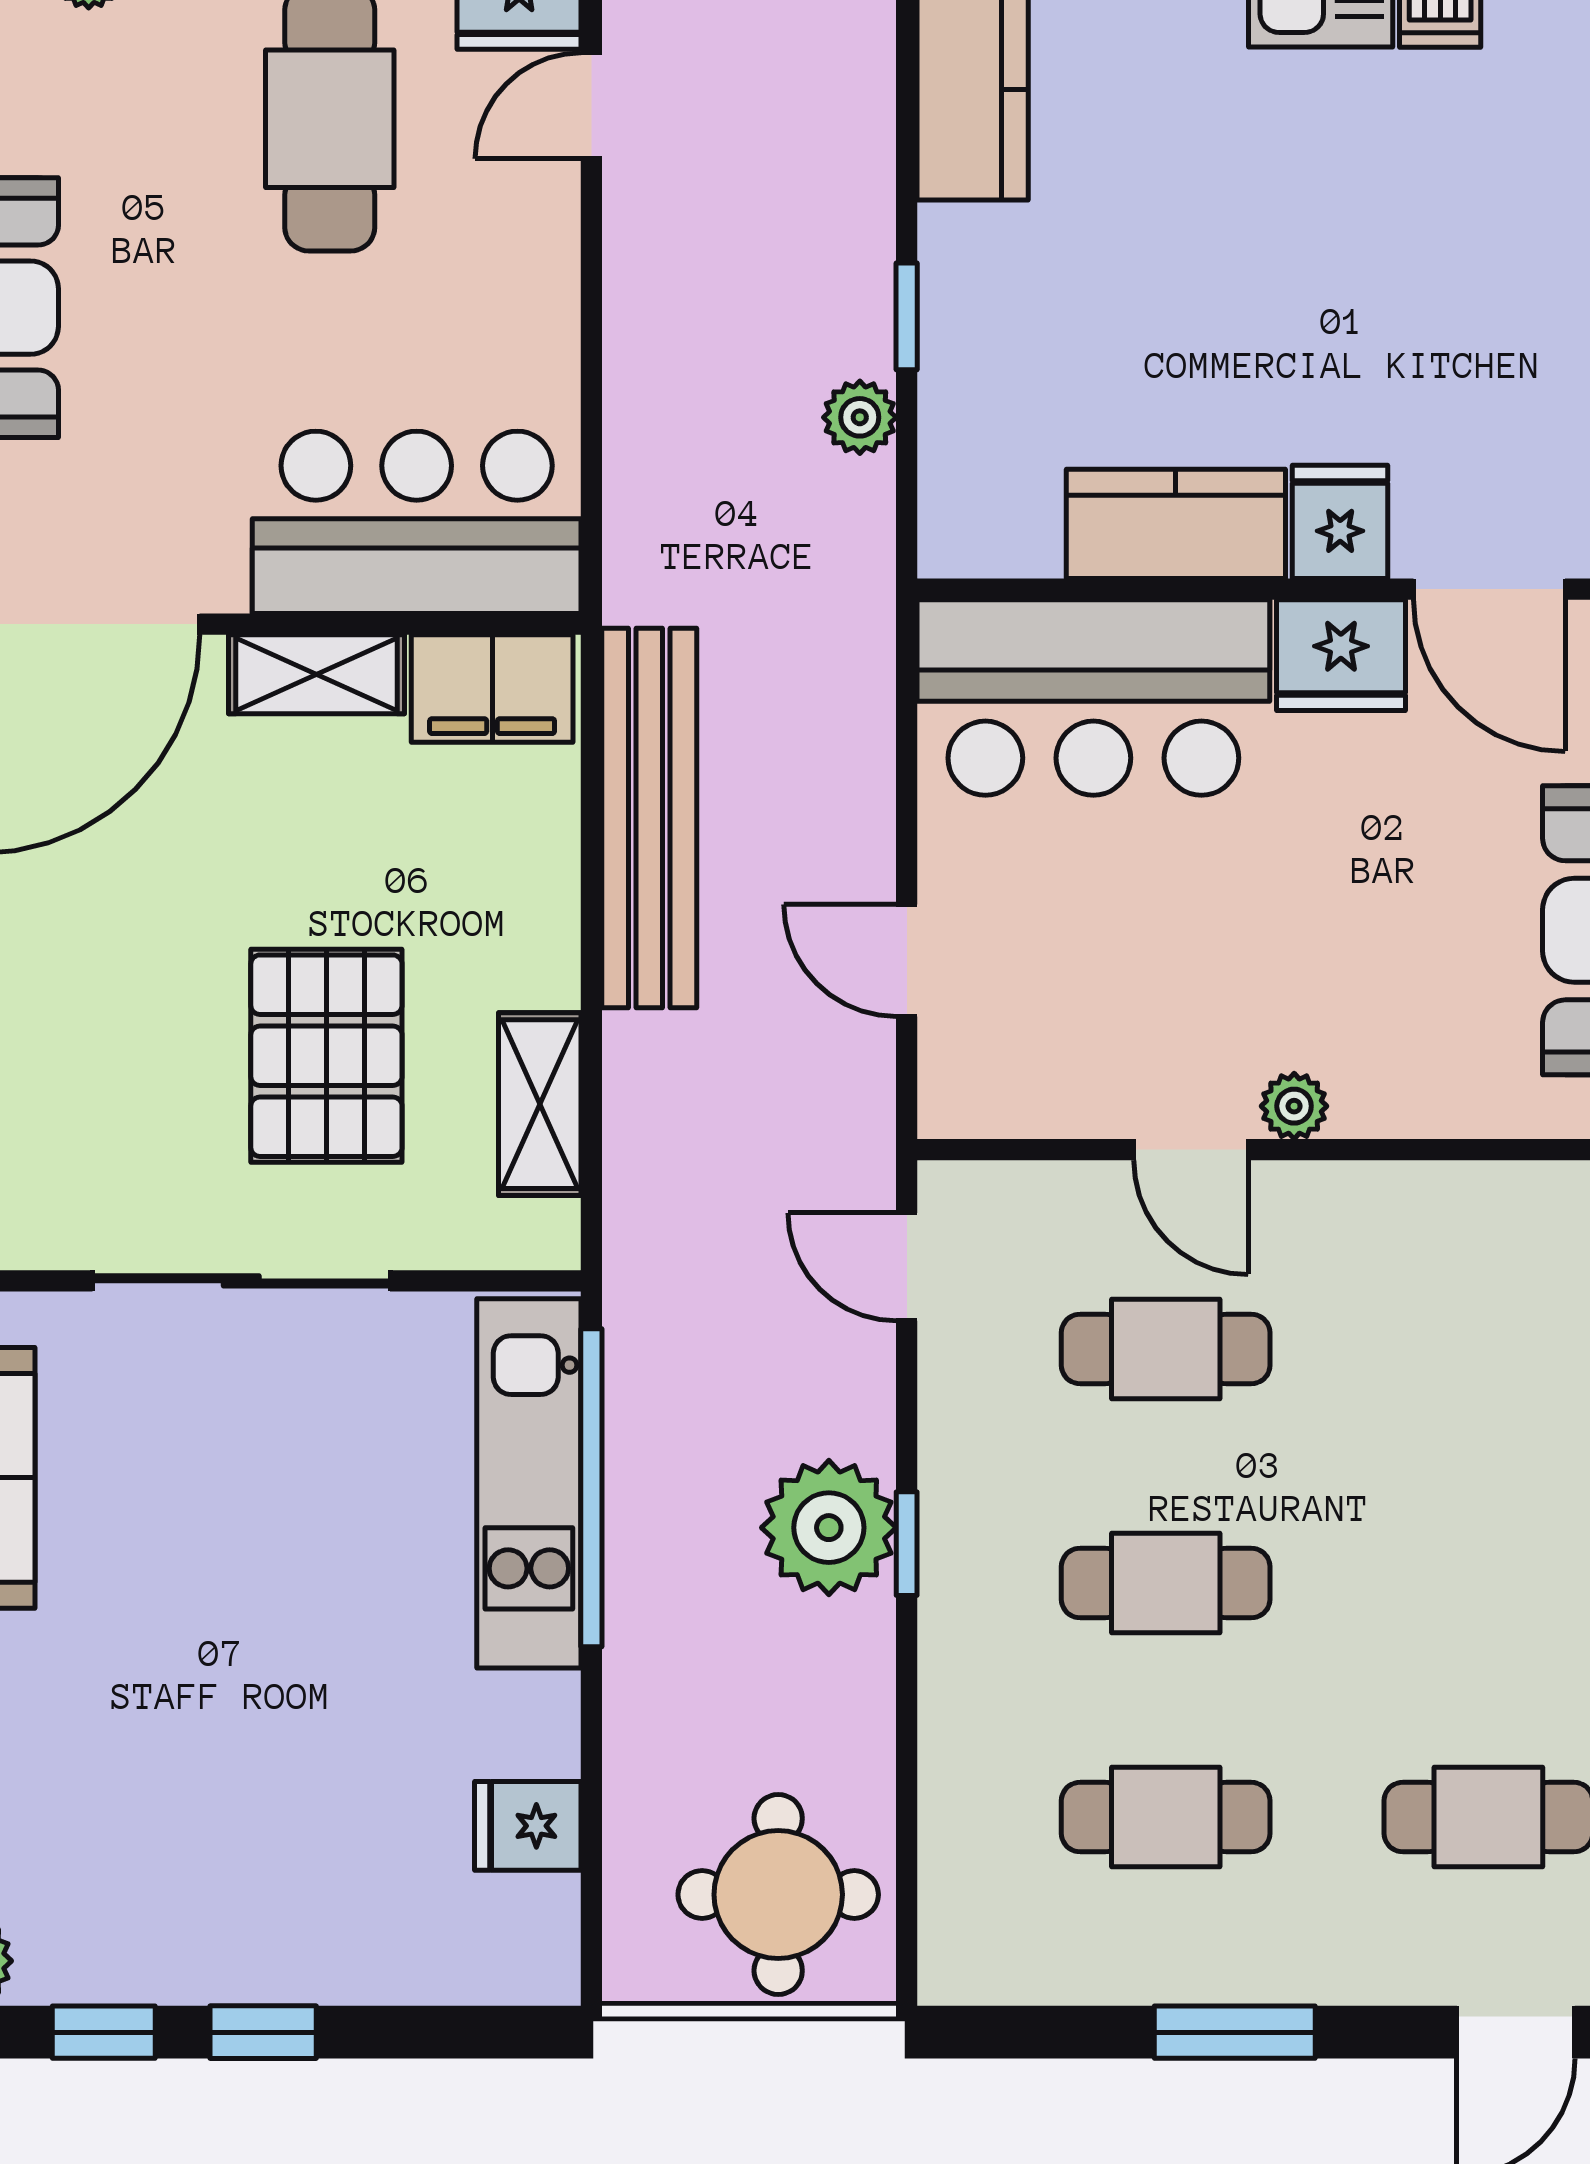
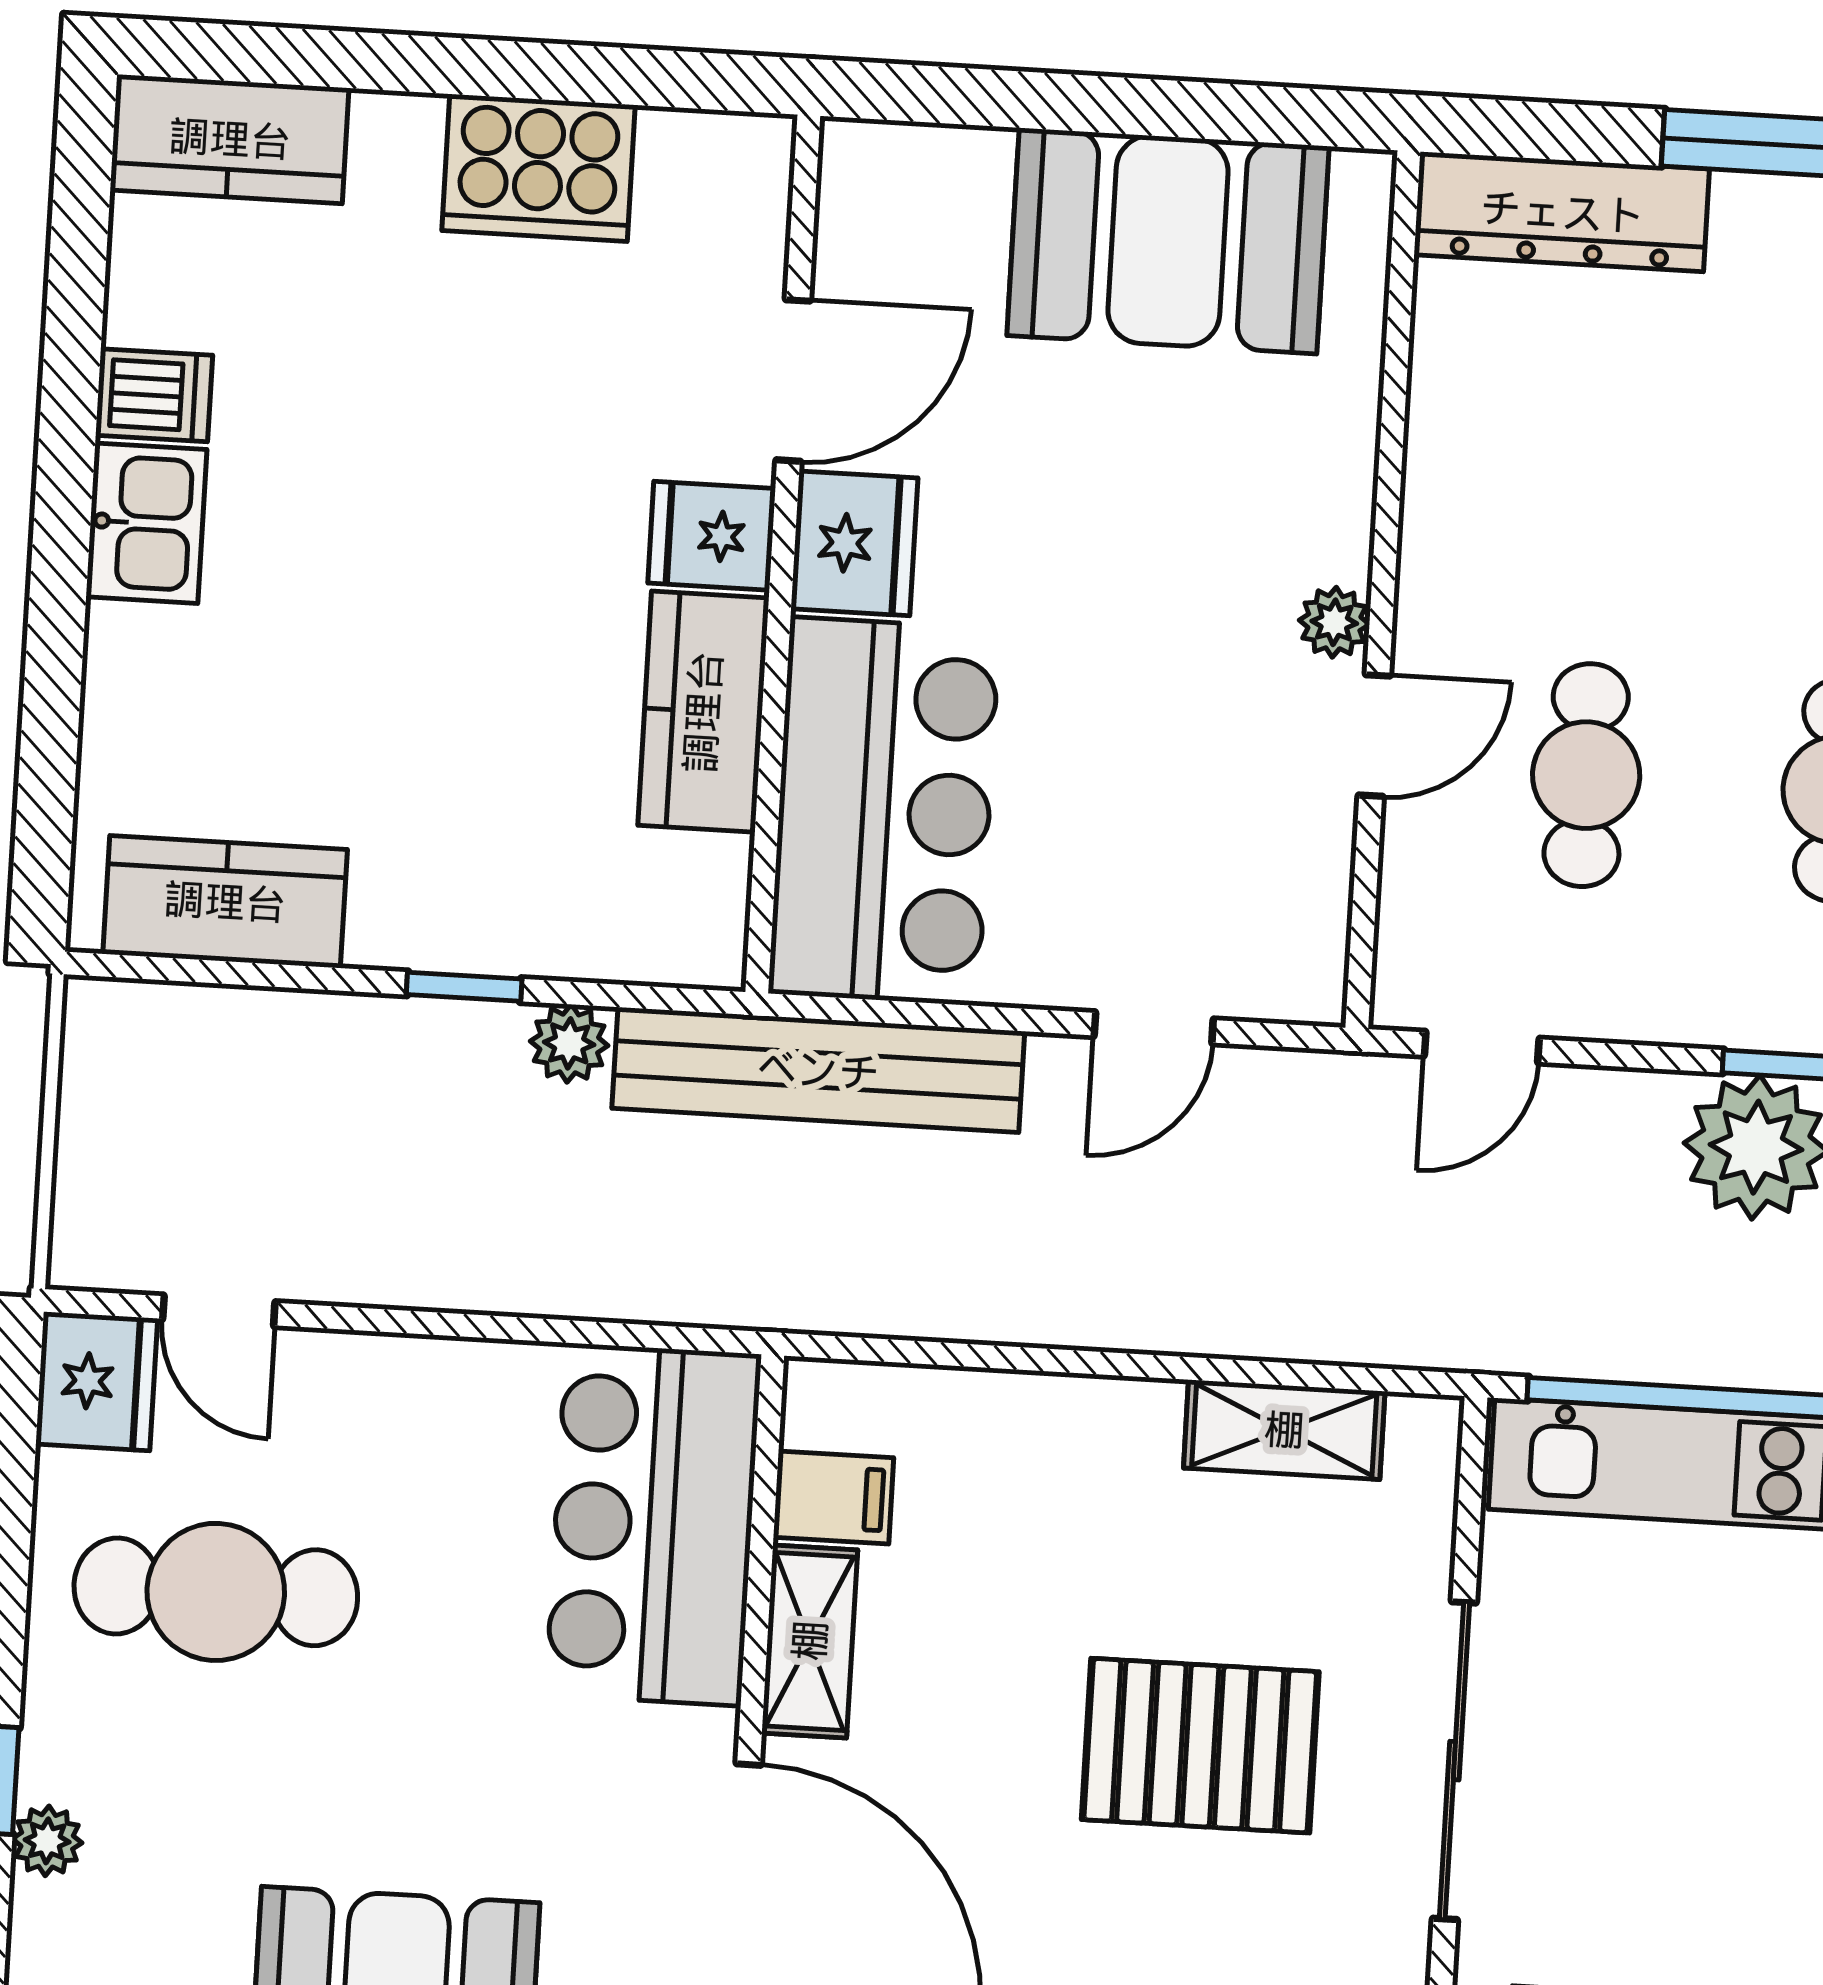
filing cabinet: (492, 688) -> (834, 1498), width x0.50
bench: (649, 818) -> (818, 1070), moved
pallet: (326, 1056) -> (1200, 1746), moved

